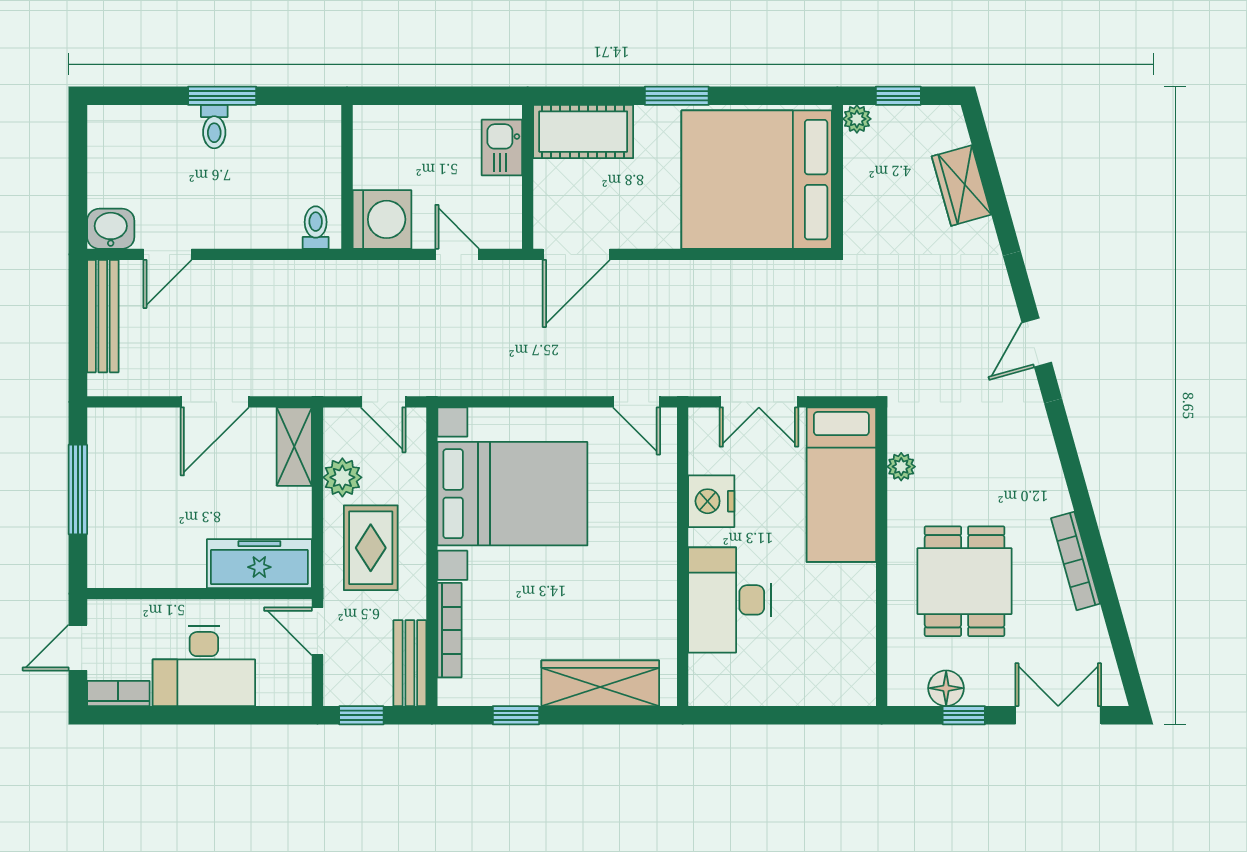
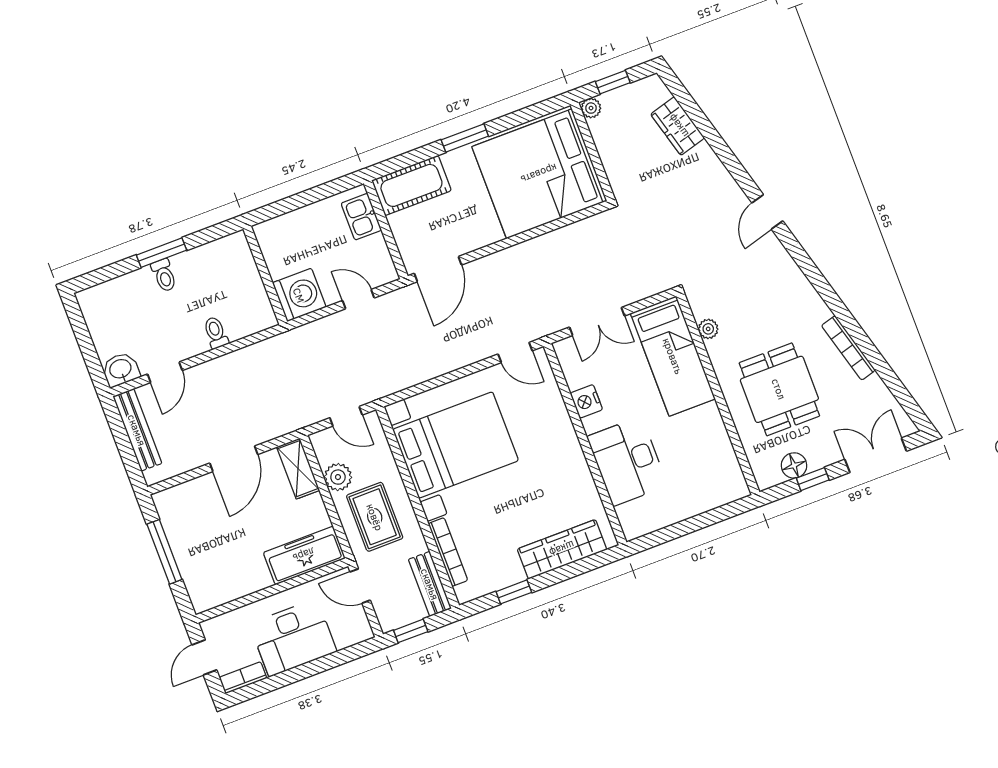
toilet: (316, 228) -> (216, 333), moved
nightstand: (711, 501) -> (586, 401), width x0.74, depth x0.75

